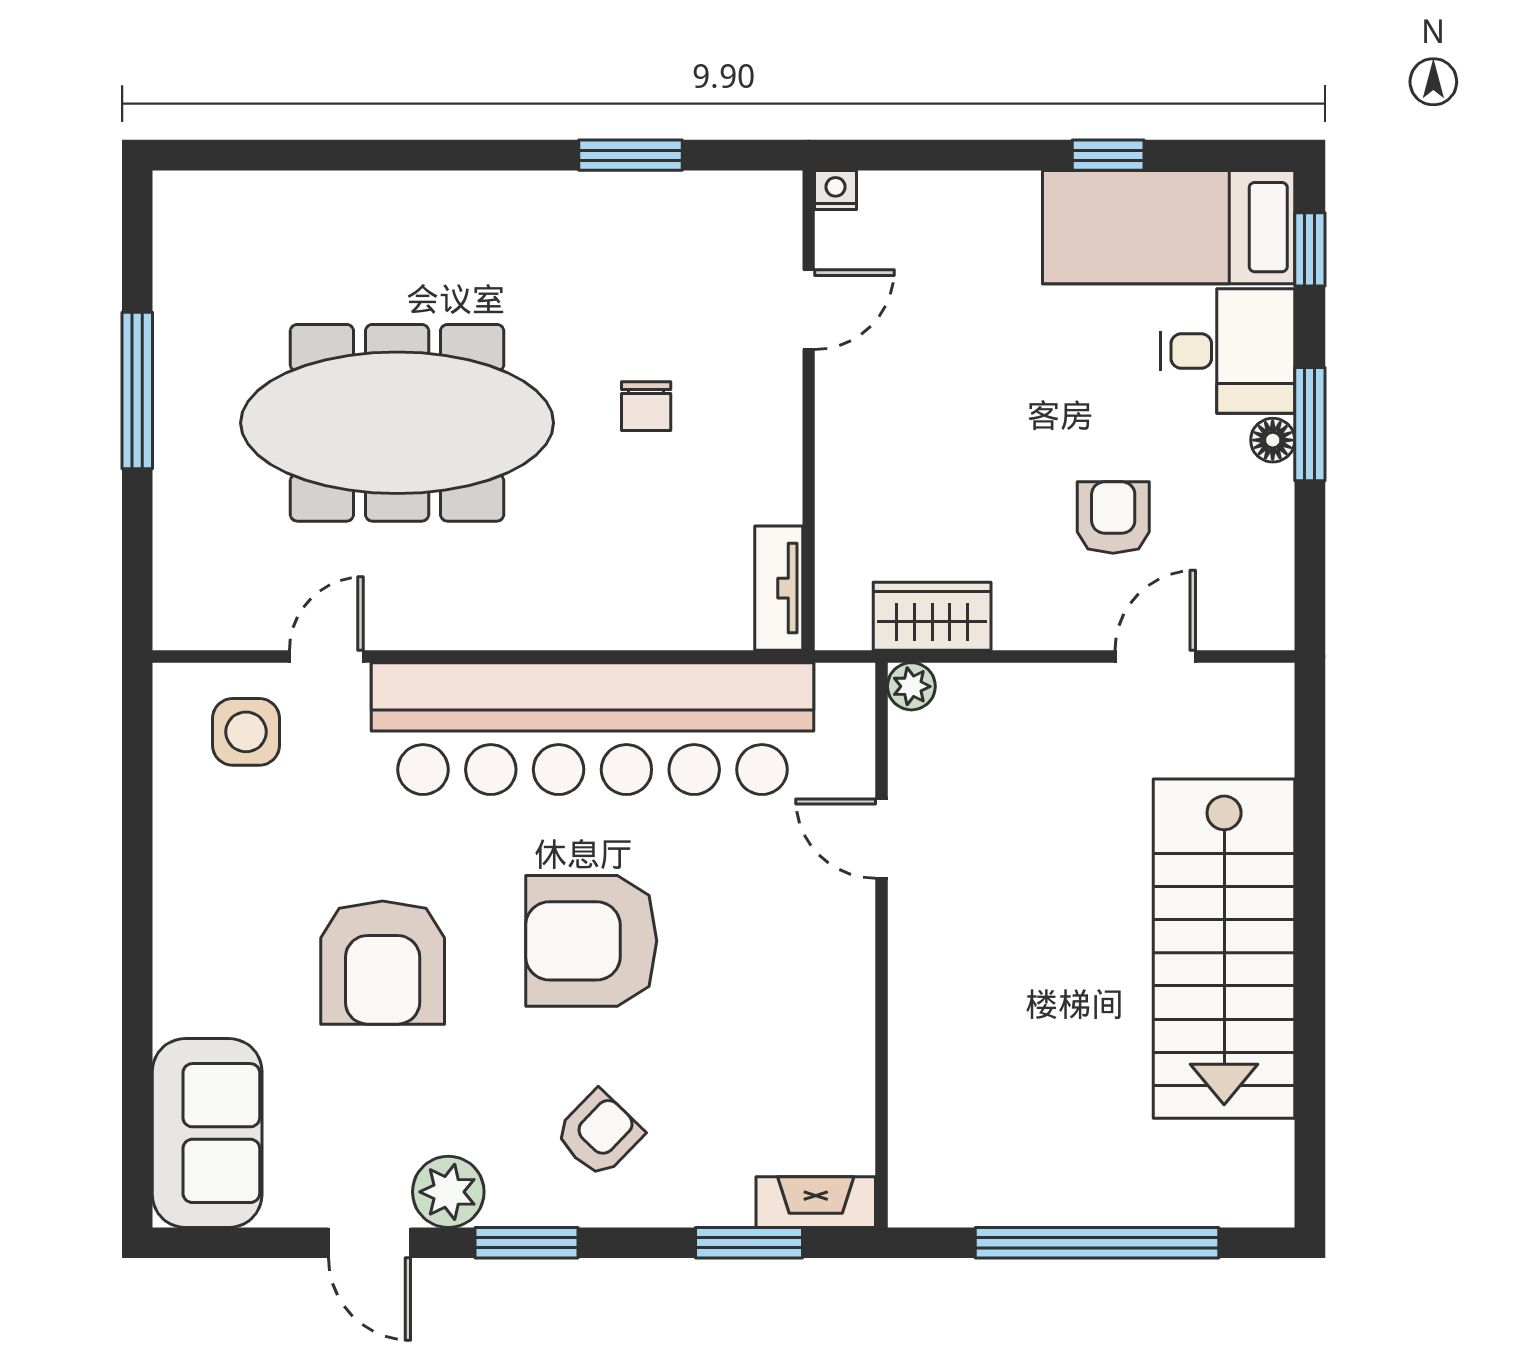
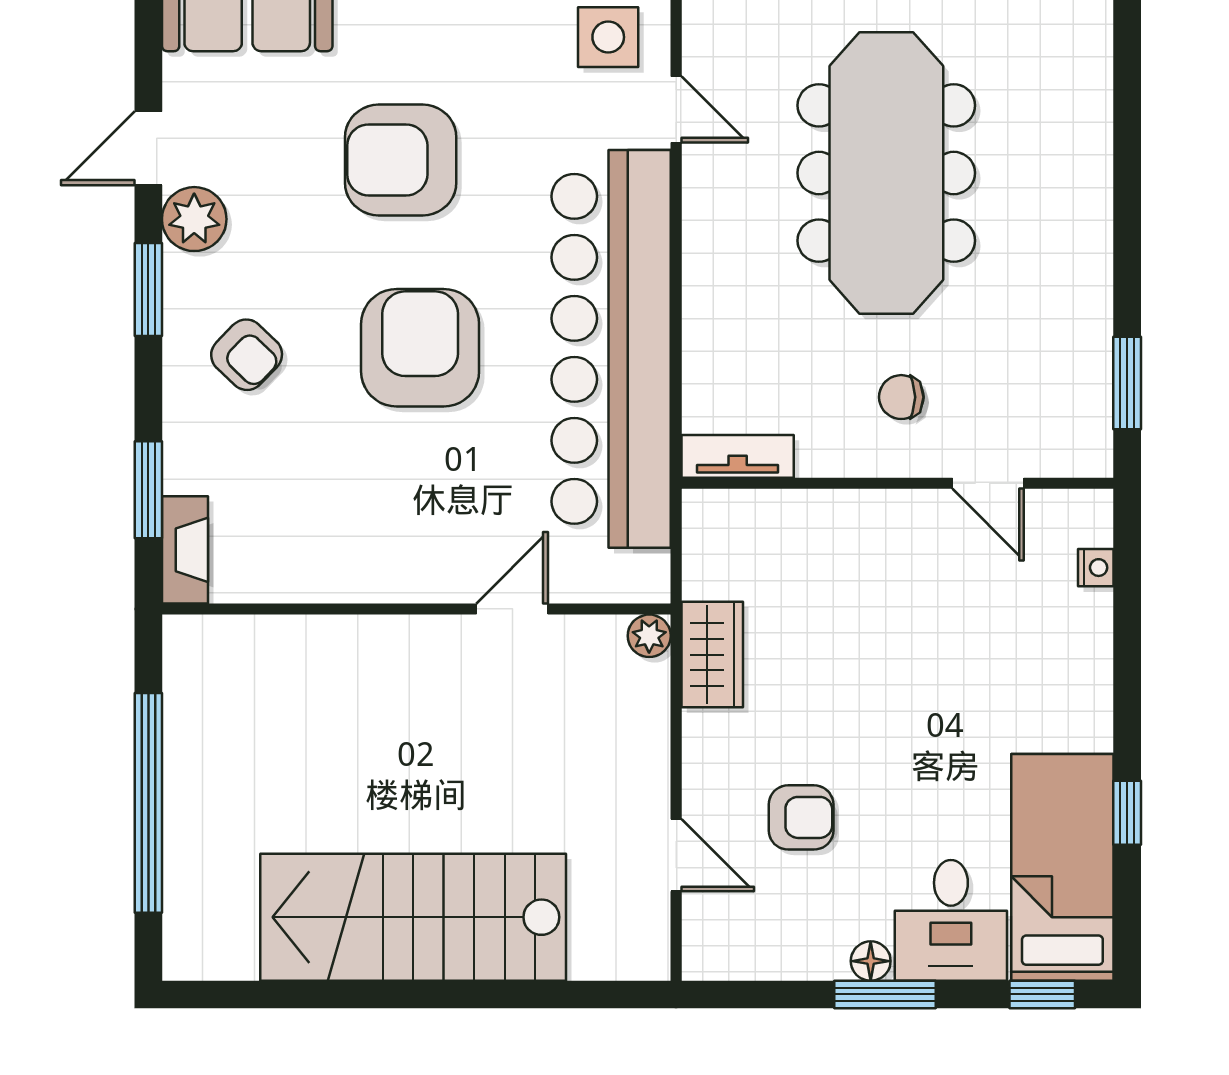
door: (809, 310) -> (988, 483), moved
wall: (809, 410) -> (897, 483), moved
tv unit: (779, 588) -> (738, 456), moved

